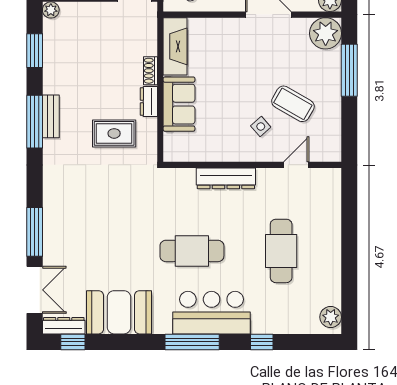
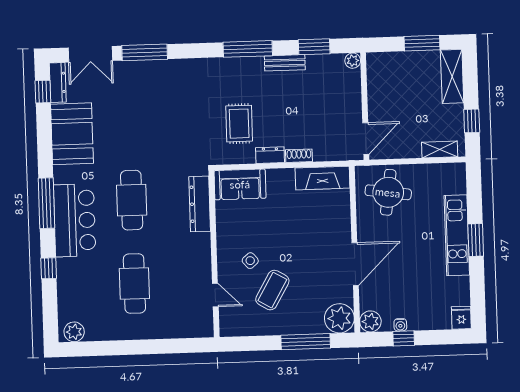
sofa: (179, 104) -> (240, 184), moved
bench: (51, 116) -> (285, 63), moved
dresser: (226, 178) -> (200, 204), moved
cafe table: (281, 251) -> (134, 284), turned 90

